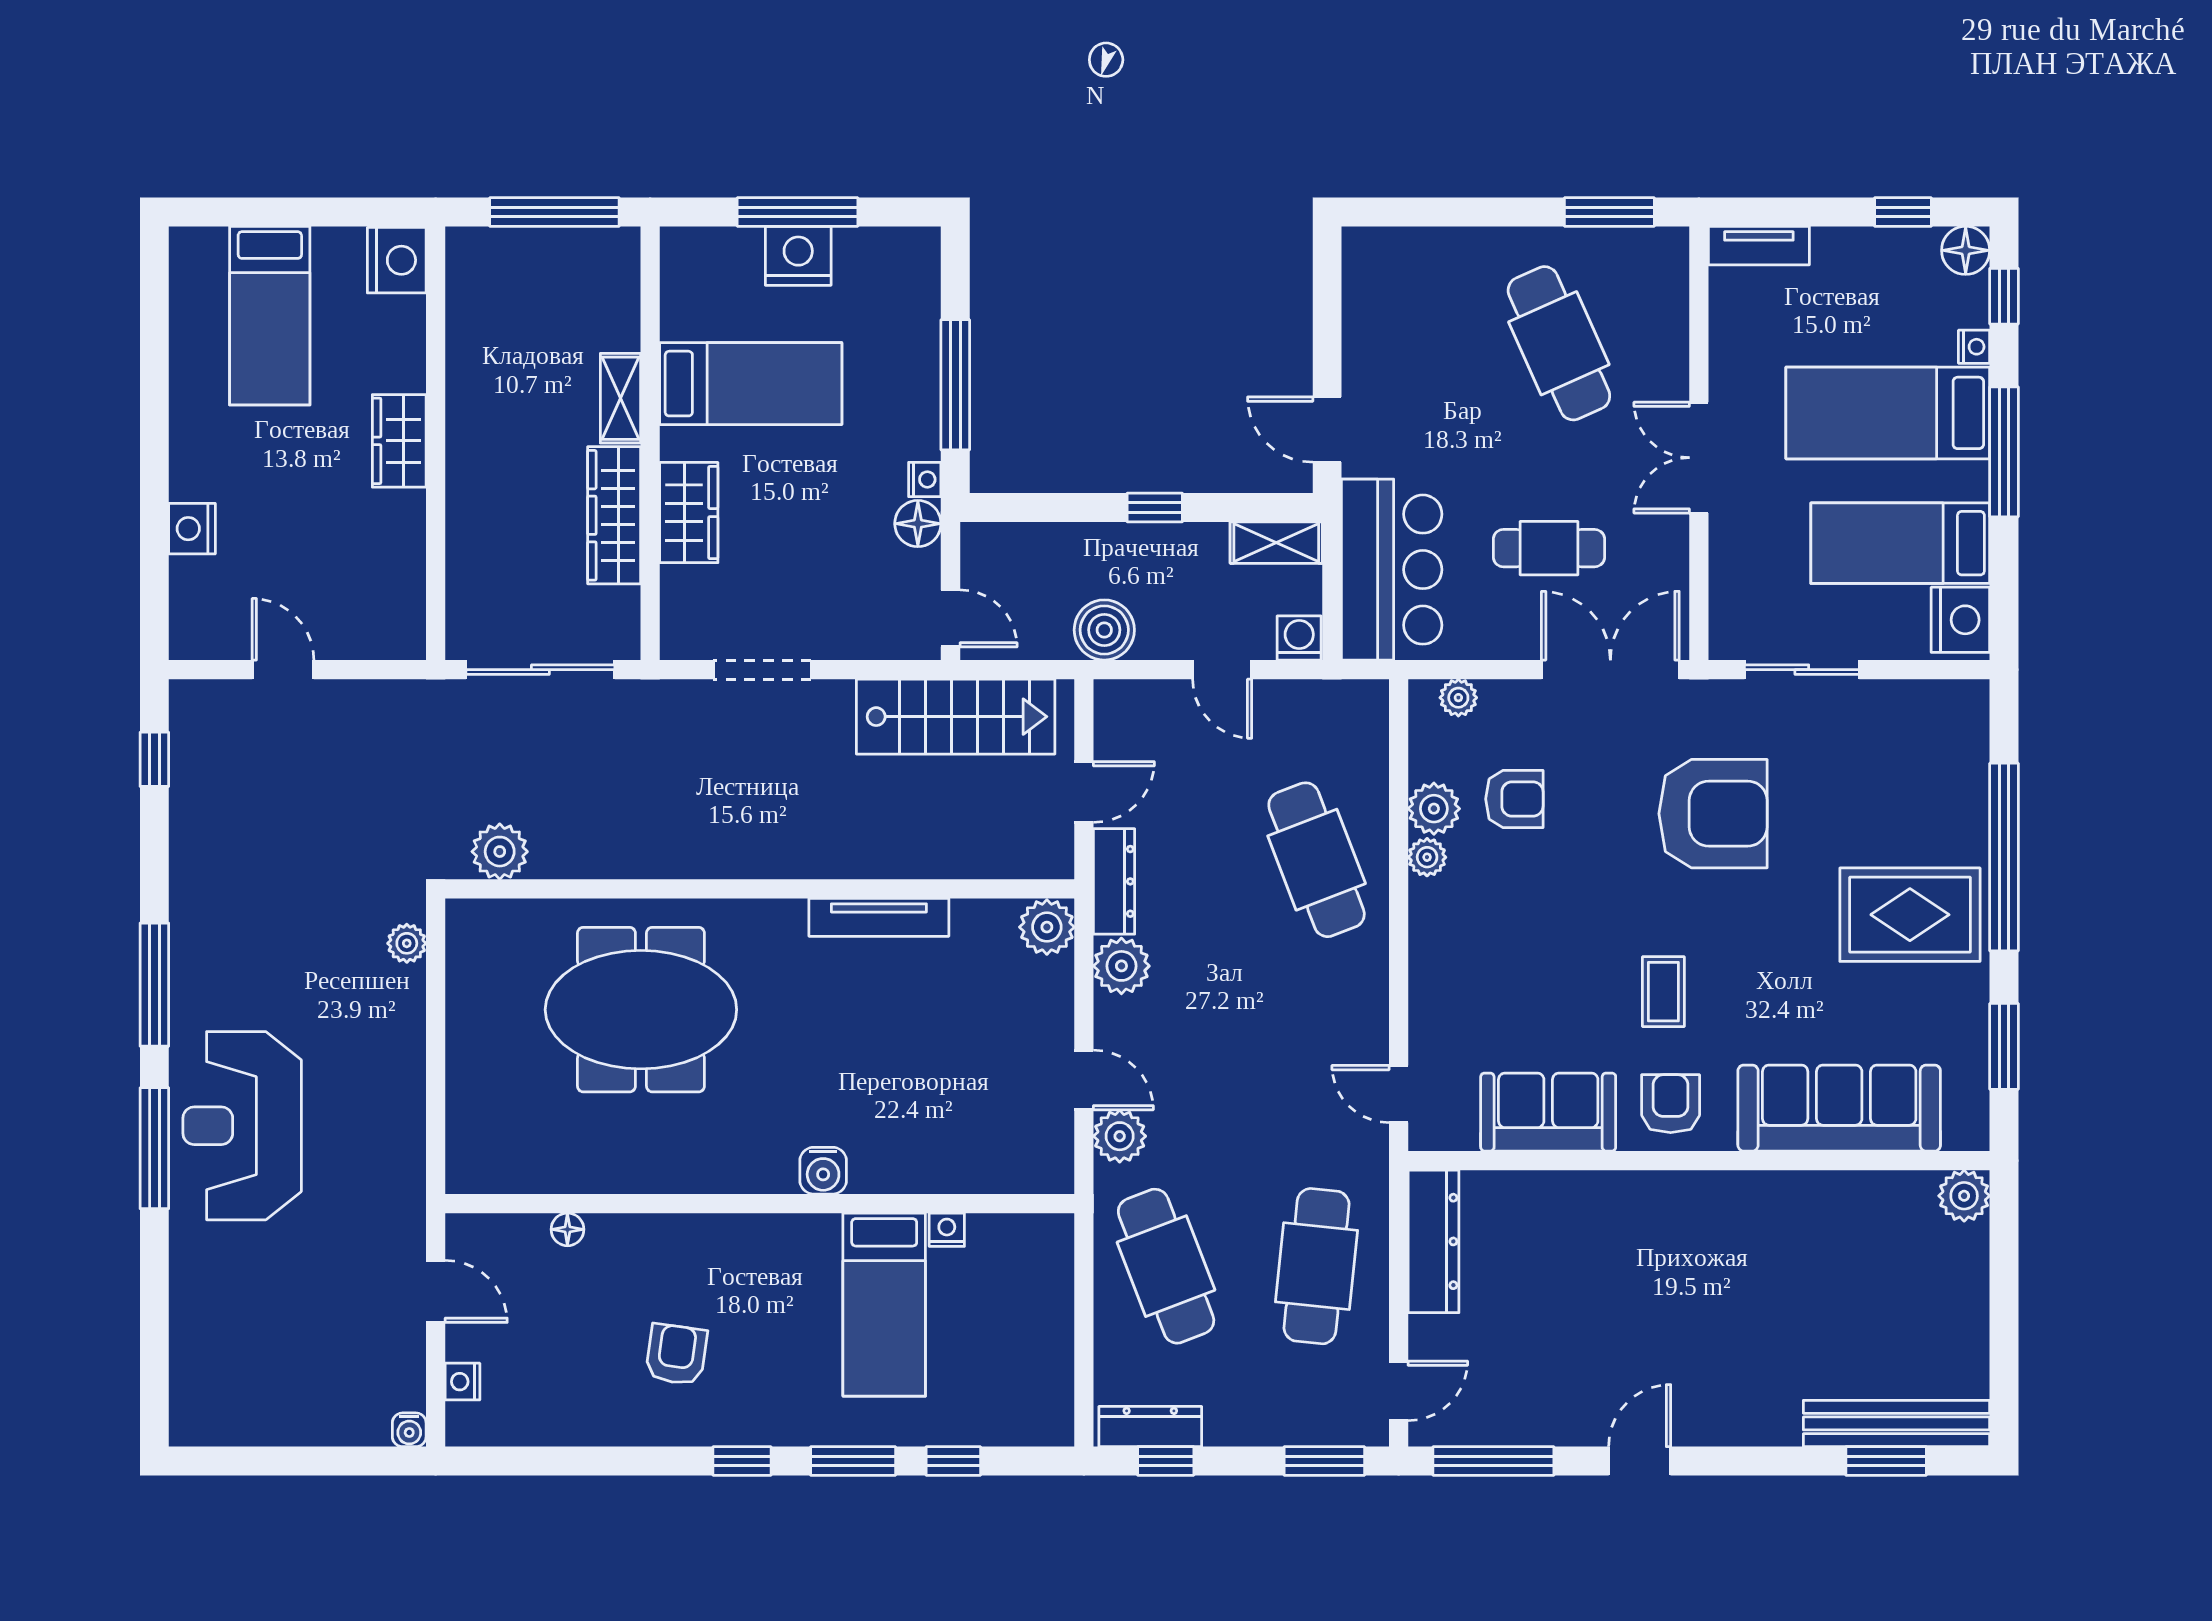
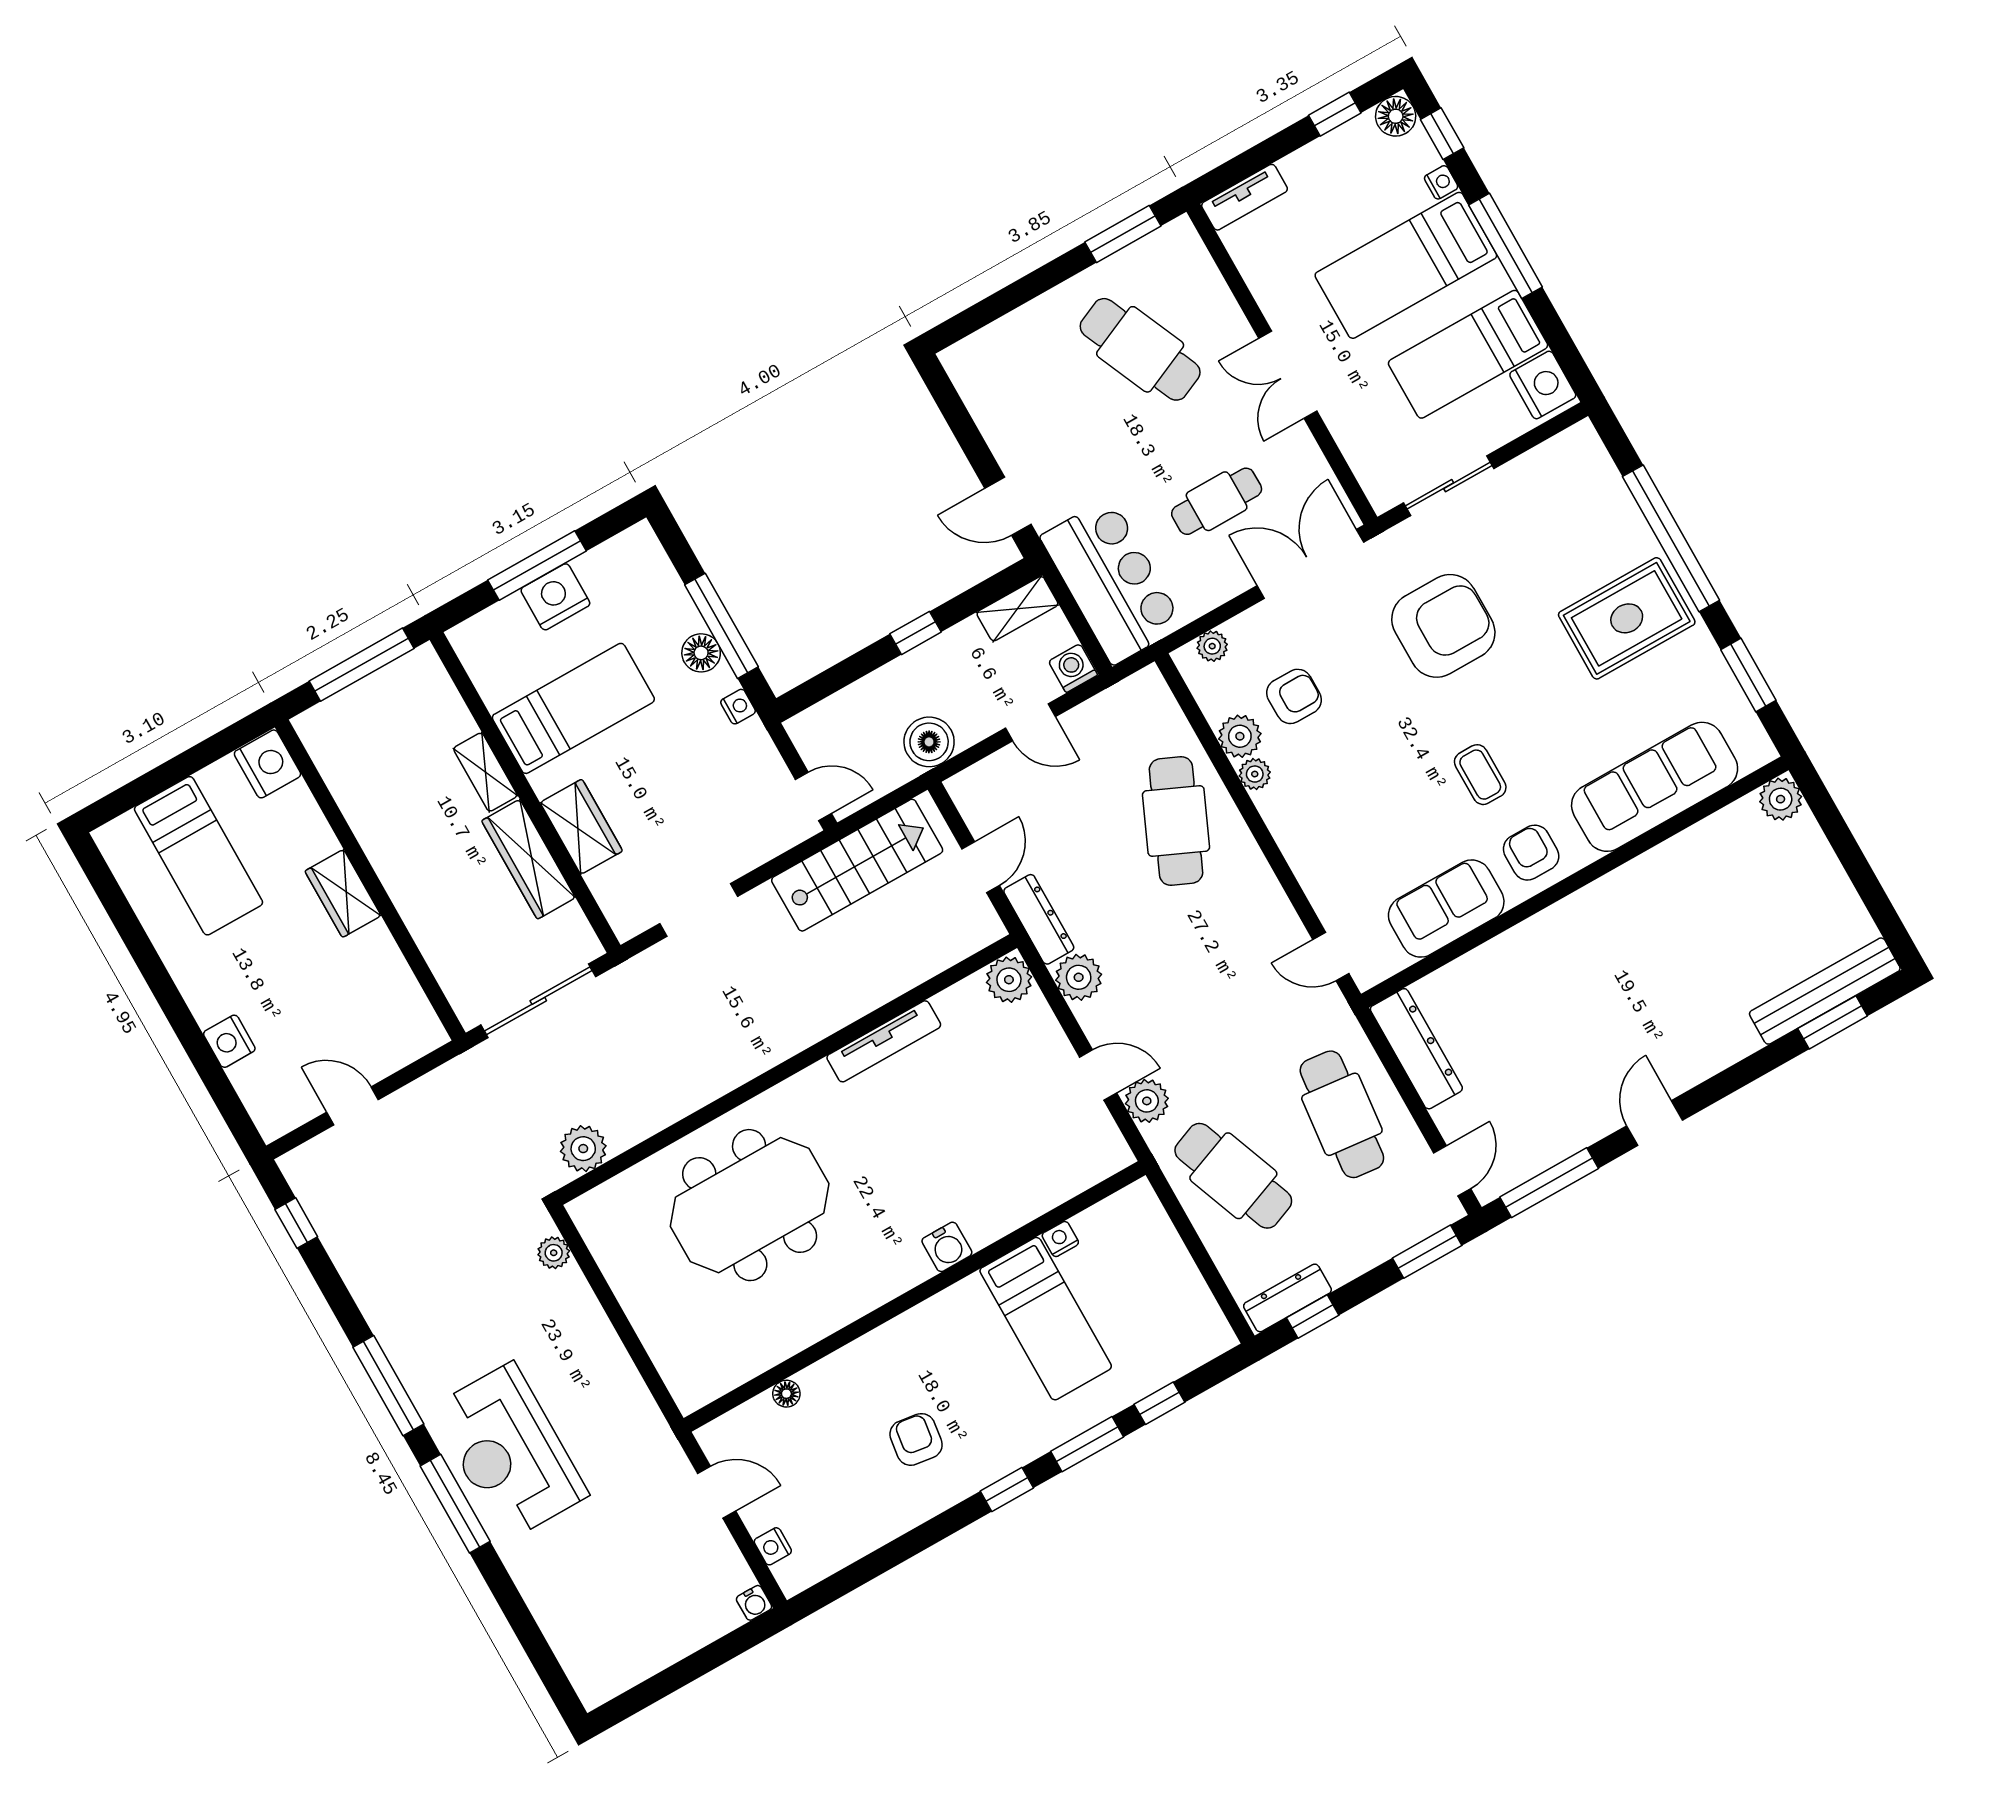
floor lamp: (918, 524) -> (701, 653), moved
cafe table: (1317, 860) -> (1176, 821), turned 45

